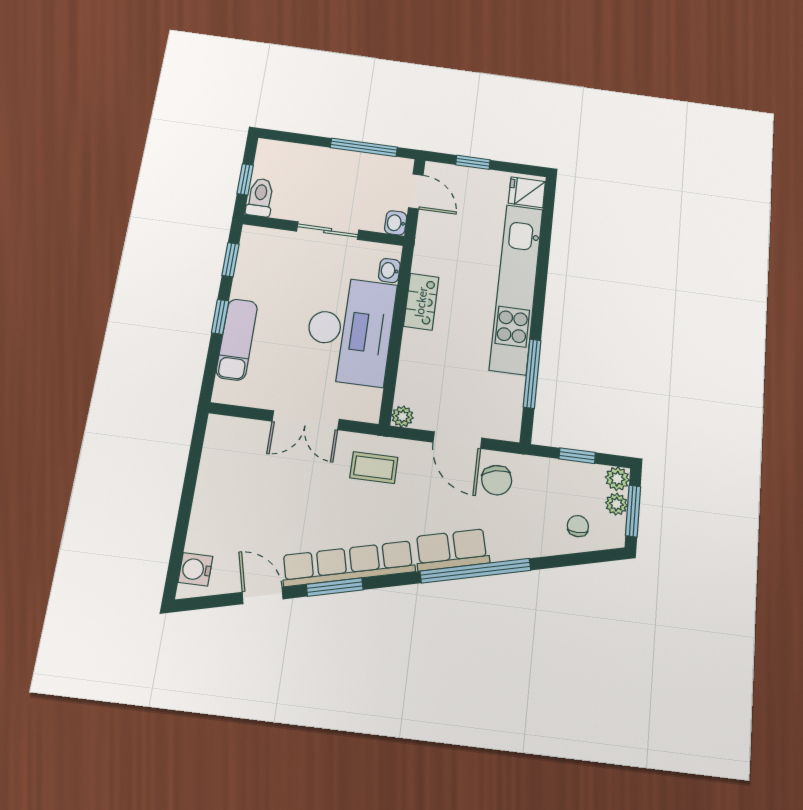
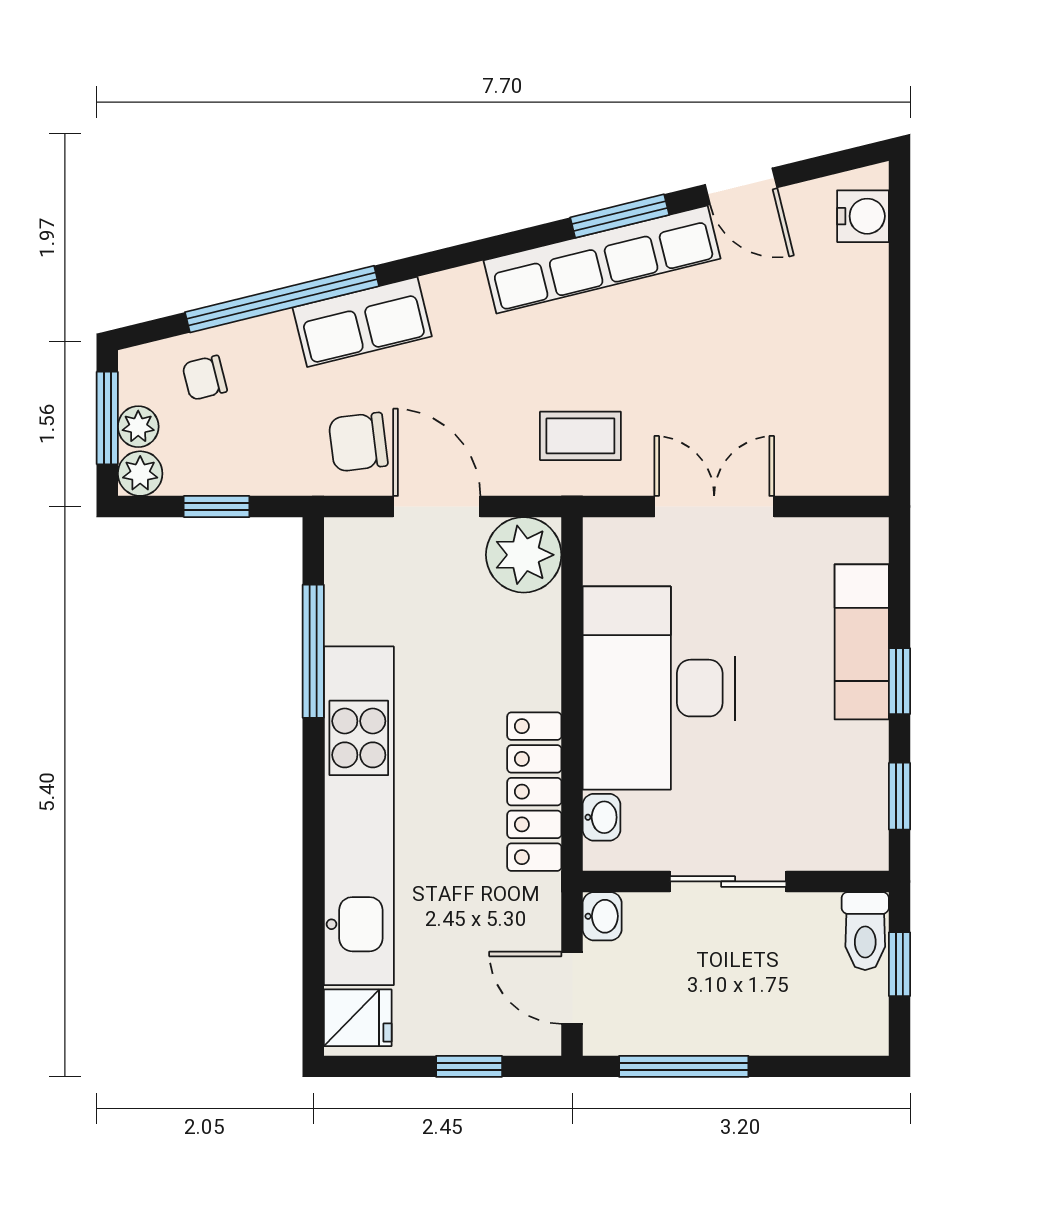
locker: (421, 302) -> (534, 792), width x1.53
plant: (402, 416) -> (524, 555), width x1.88, depth x1.88
chair: (497, 480) -> (358, 442), turned -84
chair: (578, 526) -> (205, 378), turned 76
row of seats: (452, 550) -> (362, 322), moved
window: (476, 571) -> (282, 299), moved

